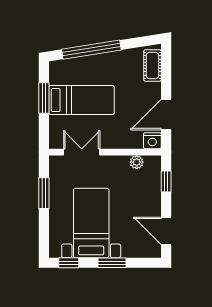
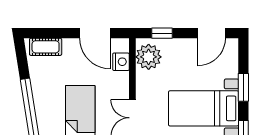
nightstand: (152, 141) -> (121, 62), moved
plant: (137, 162) -> (149, 57), width x1.88, depth x1.88

